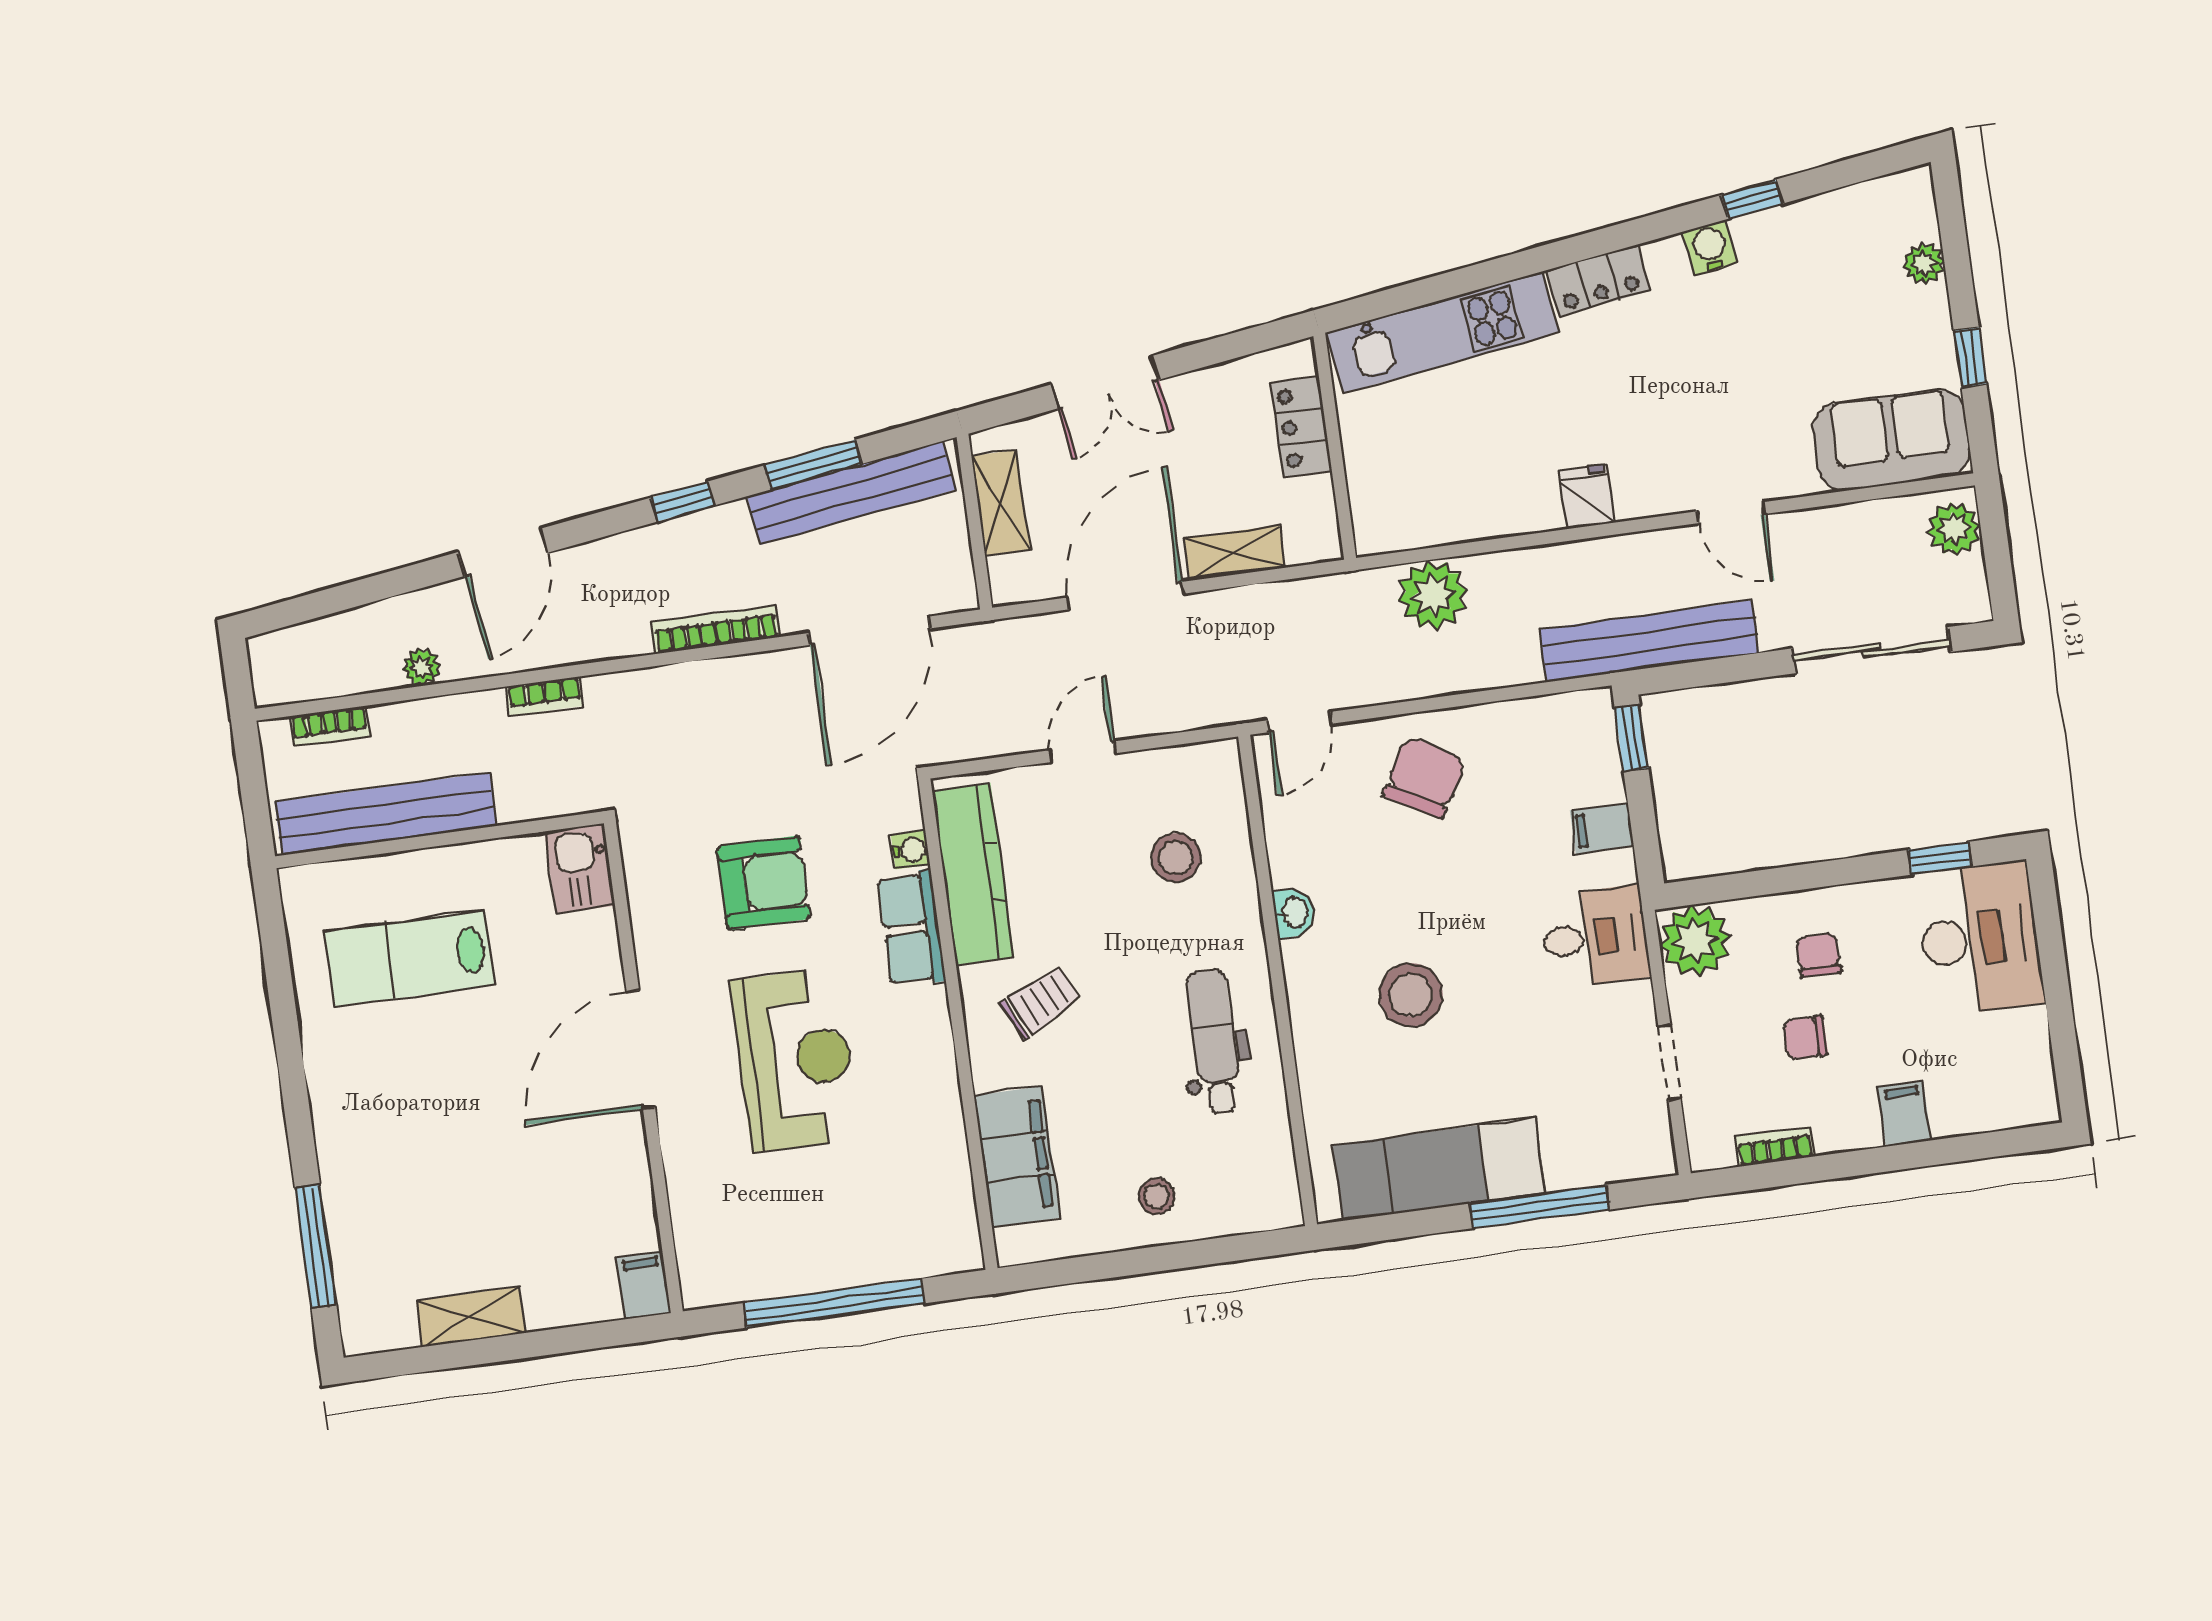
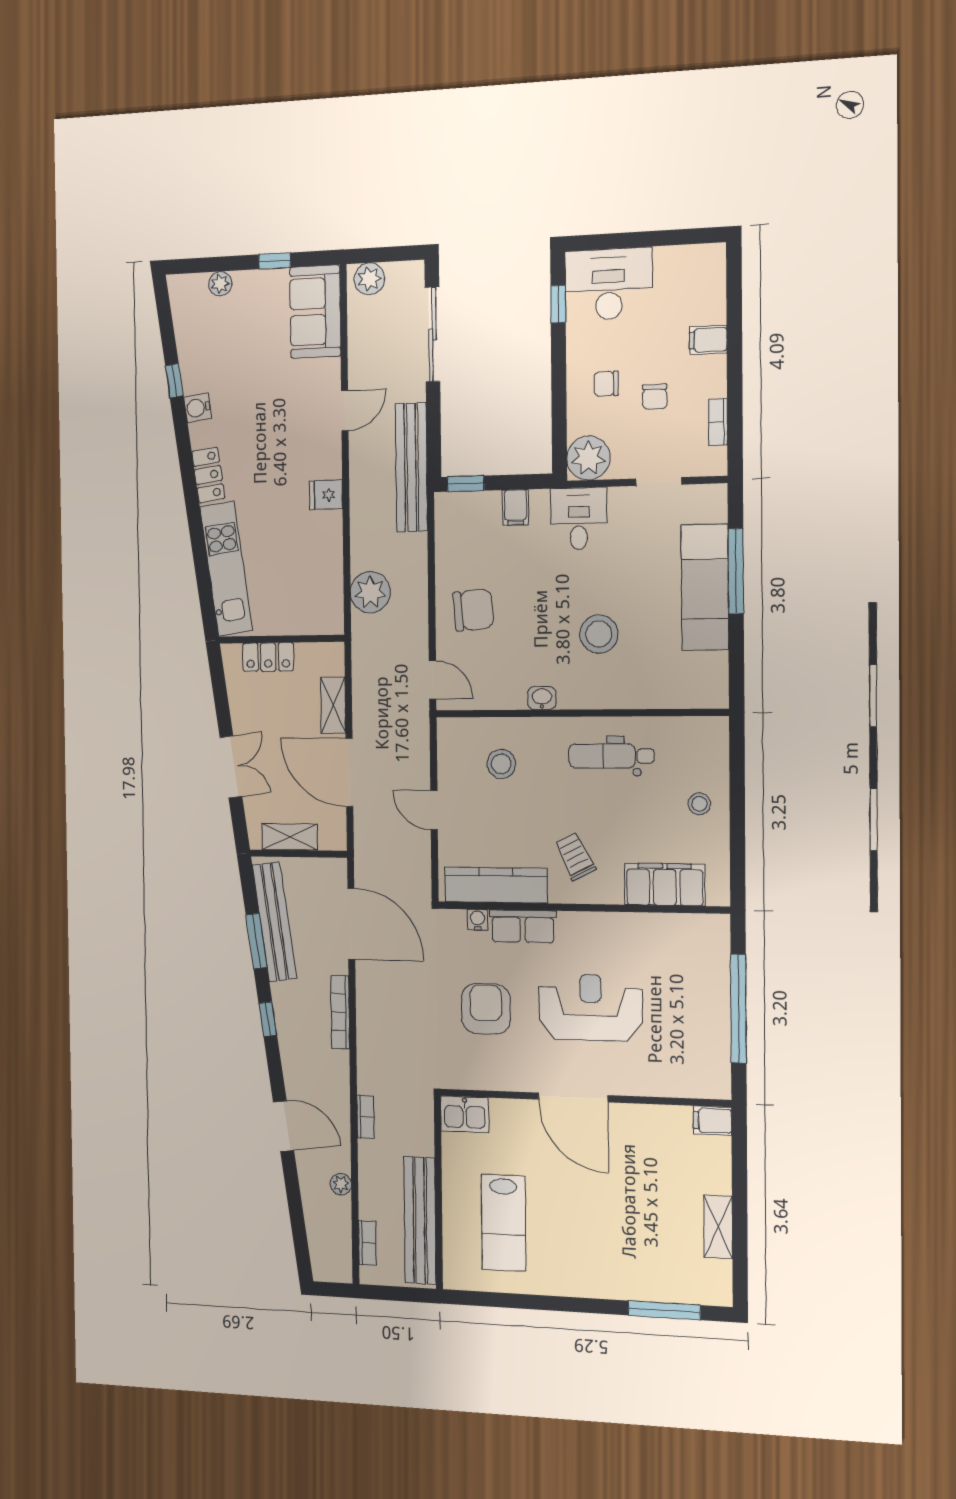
chair: (1425, 778) -> (473, 610), turned 145
exam couch: (1439, 1169) -> (705, 587), moved

